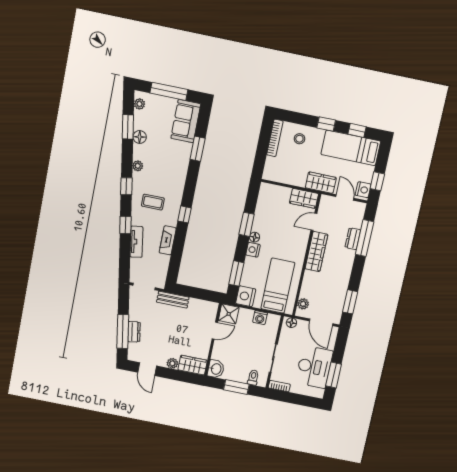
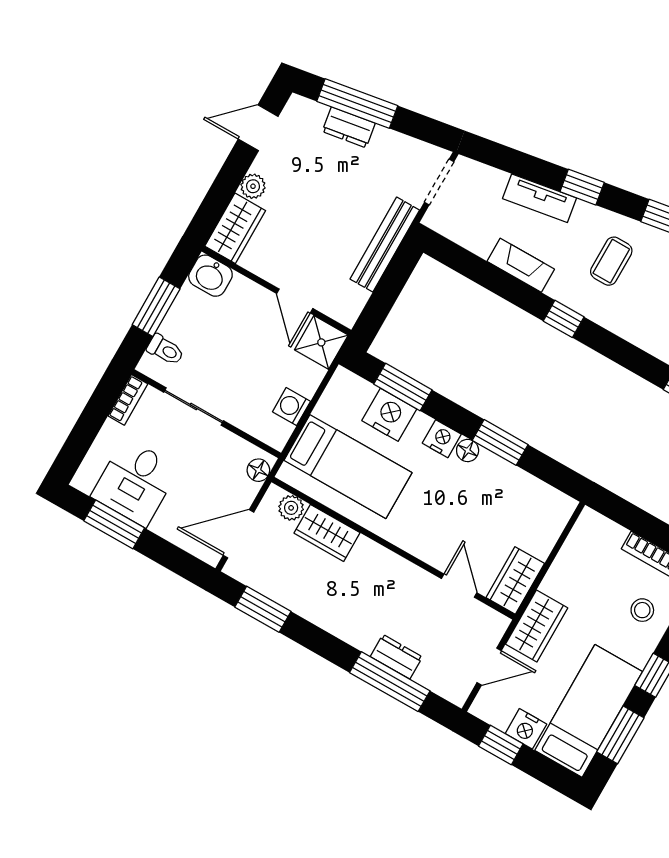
window: (357, 130) -> (620, 735), width x1.50
nightstand: (363, 190) -> (526, 729), moved
wardrobe: (316, 252) -> (327, 533), moved, width x0.67
nightstand: (246, 296) -> (389, 415), moved
bench: (173, 300) -> (385, 245), width x1.36
desk: (314, 367) -> (135, 482), width x0.73

